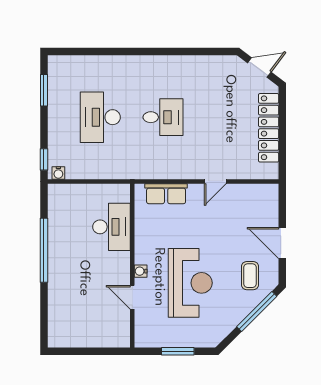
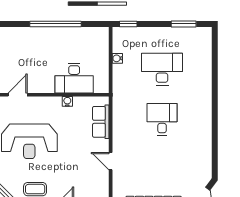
desk: (163, 117) -> (162, 119), turned 180
water cooler: (58, 173) -> (117, 58), moved
water cooler: (141, 271) -> (67, 101), moved

